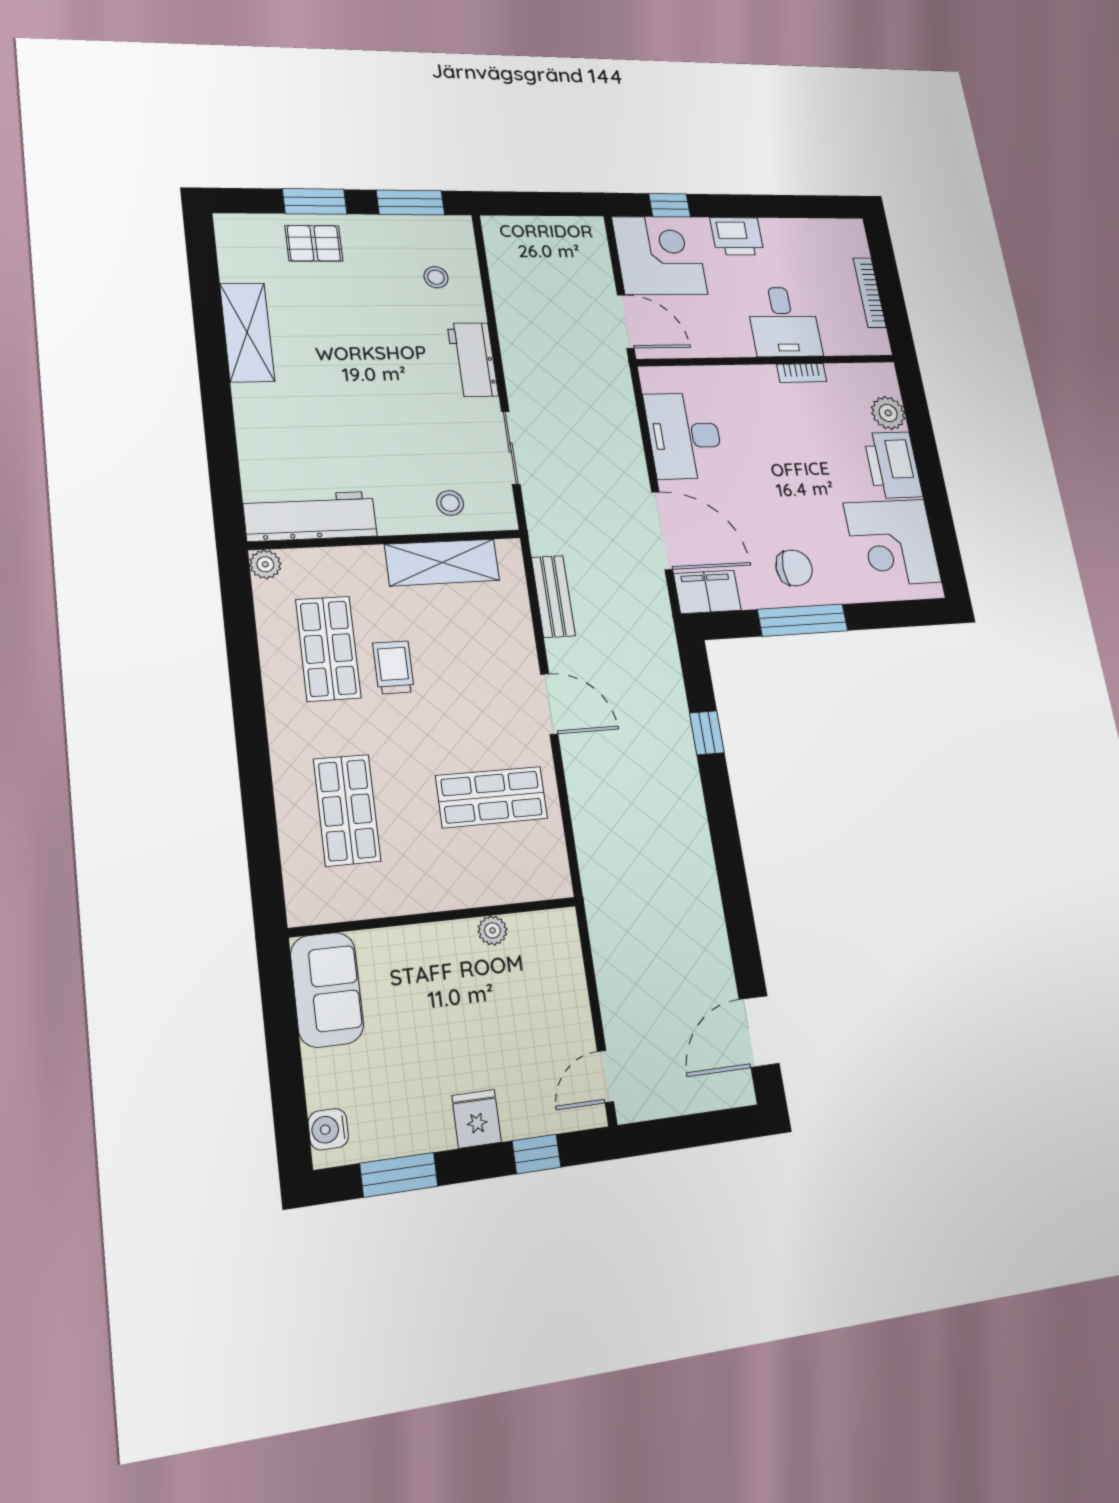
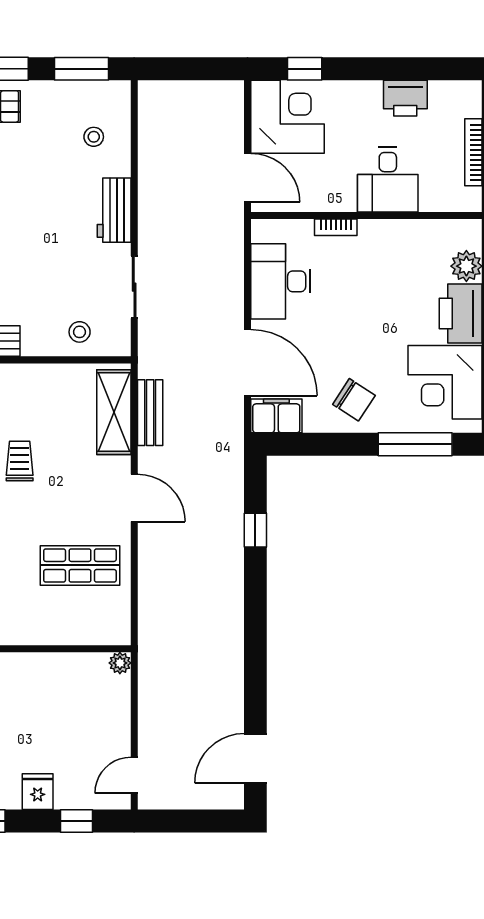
printer: (737, 236) -> (405, 98), moved
bookcase: (802, 373) -> (336, 227), moved
shelving: (442, 562) -> (114, 412), moved, turned 90
chair: (794, 568) -> (354, 400), turned 33
window: (803, 620) -> (415, 444), moved
plant: (492, 930) -> (120, 663), moved

